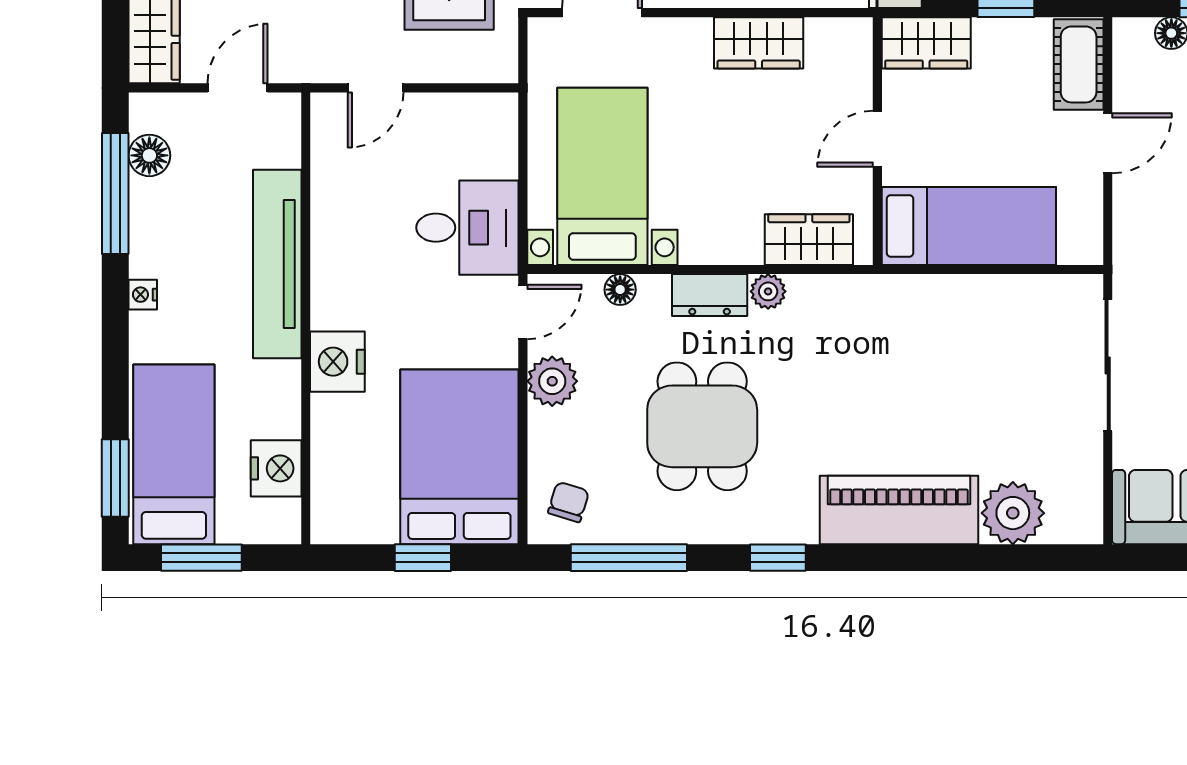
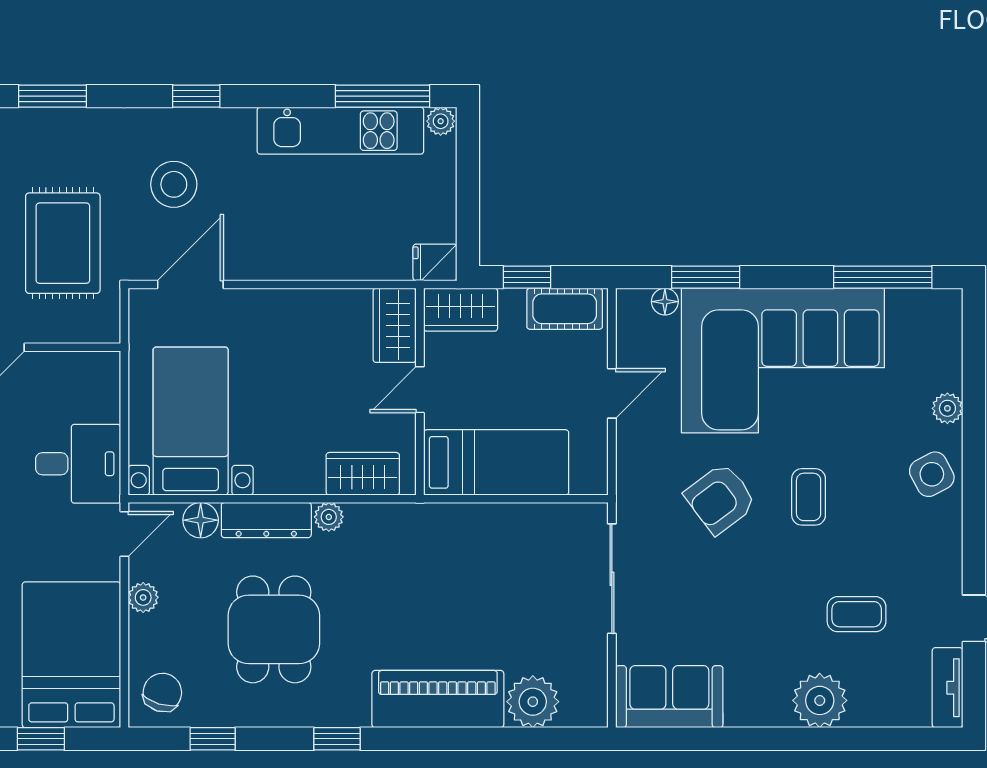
wardrobe: (759, 43) -> (395, 325), moved, turned 90
cot: (1079, 64) -> (565, 309), moved, turned 90
floor lamp: (620, 290) -> (201, 520), width x1.37, depth x1.37
dresser: (710, 295) -> (266, 520), width x1.44
plant: (552, 381) -> (143, 597), width x0.73, depth x0.73
chair: (568, 502) -> (162, 692), width x1.37, depth x1.37
window: (629, 558) -> (213, 739), width x0.46

